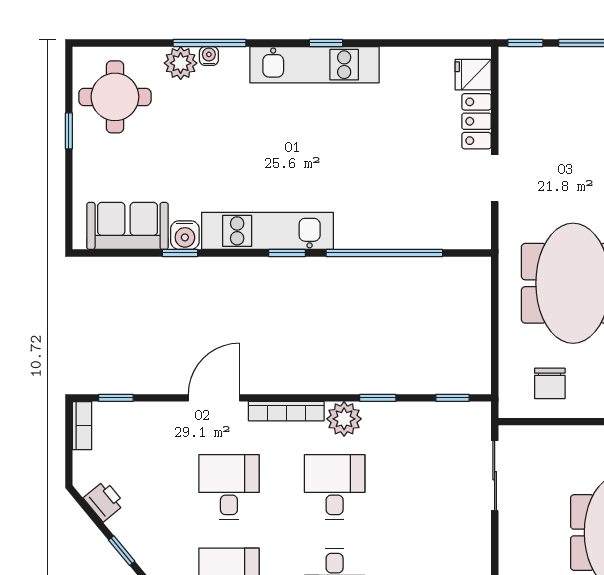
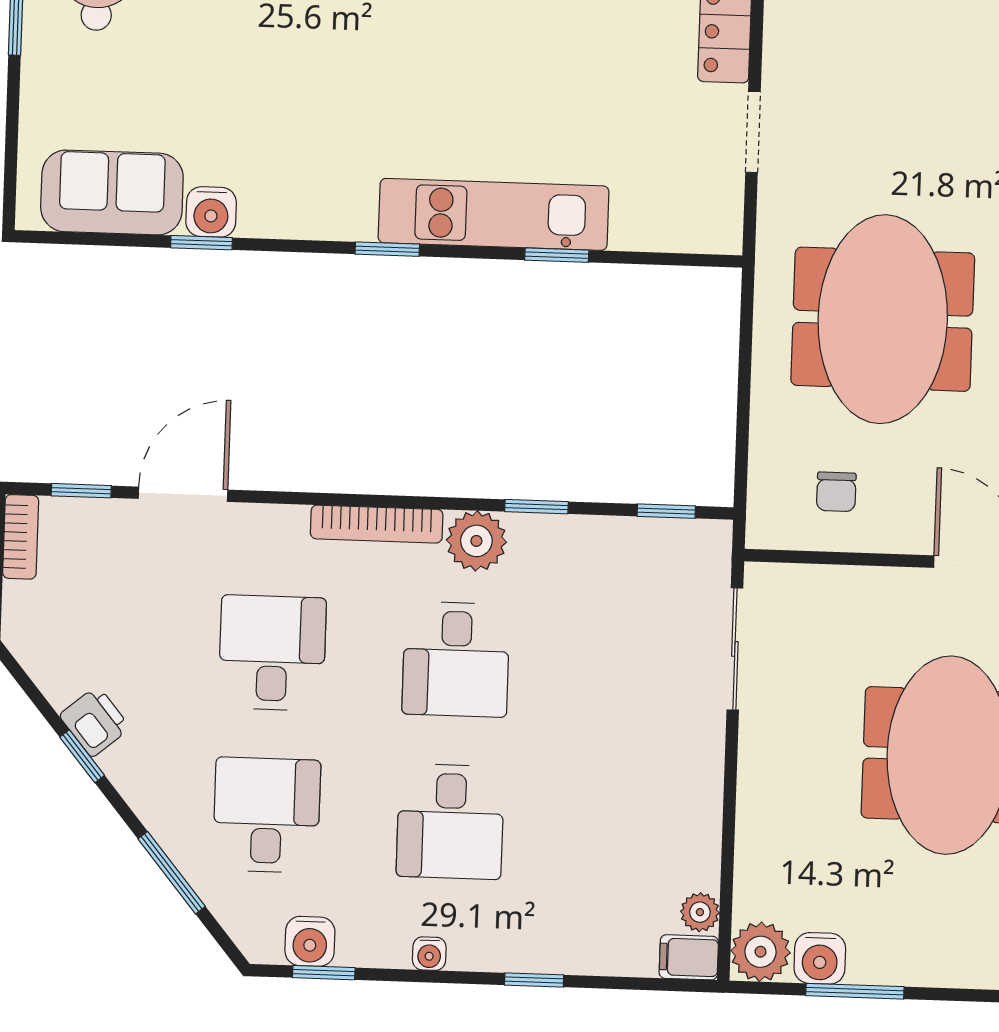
kitchen unit: (267, 231) -> (494, 214), moved
window: (384, 253) -> (557, 255), width x0.32
chair: (550, 383) -> (836, 492), width x0.73, depth x0.73
door: (214, 398) -> (183, 494), moved
desk: (335, 487) -> (456, 659), turned 180
printer: (104, 501) -> (95, 722), moved

